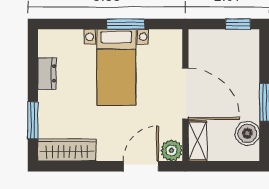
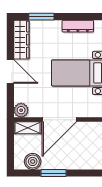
dresser: (47, 73) -> (78, 26), width x1.44
door: (141, 166) -> (10, 72), moved

